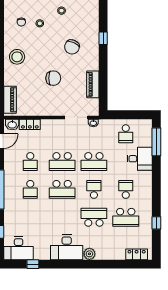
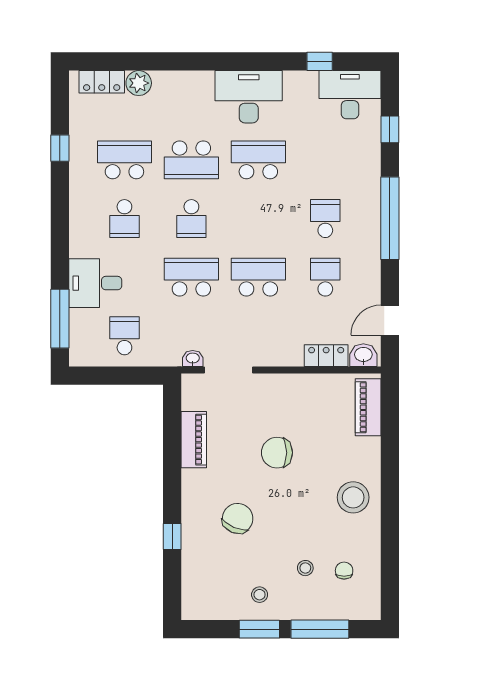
school desk: (62, 189) -> (258, 160), moved
plant: (89, 254) -> (139, 83), moved

